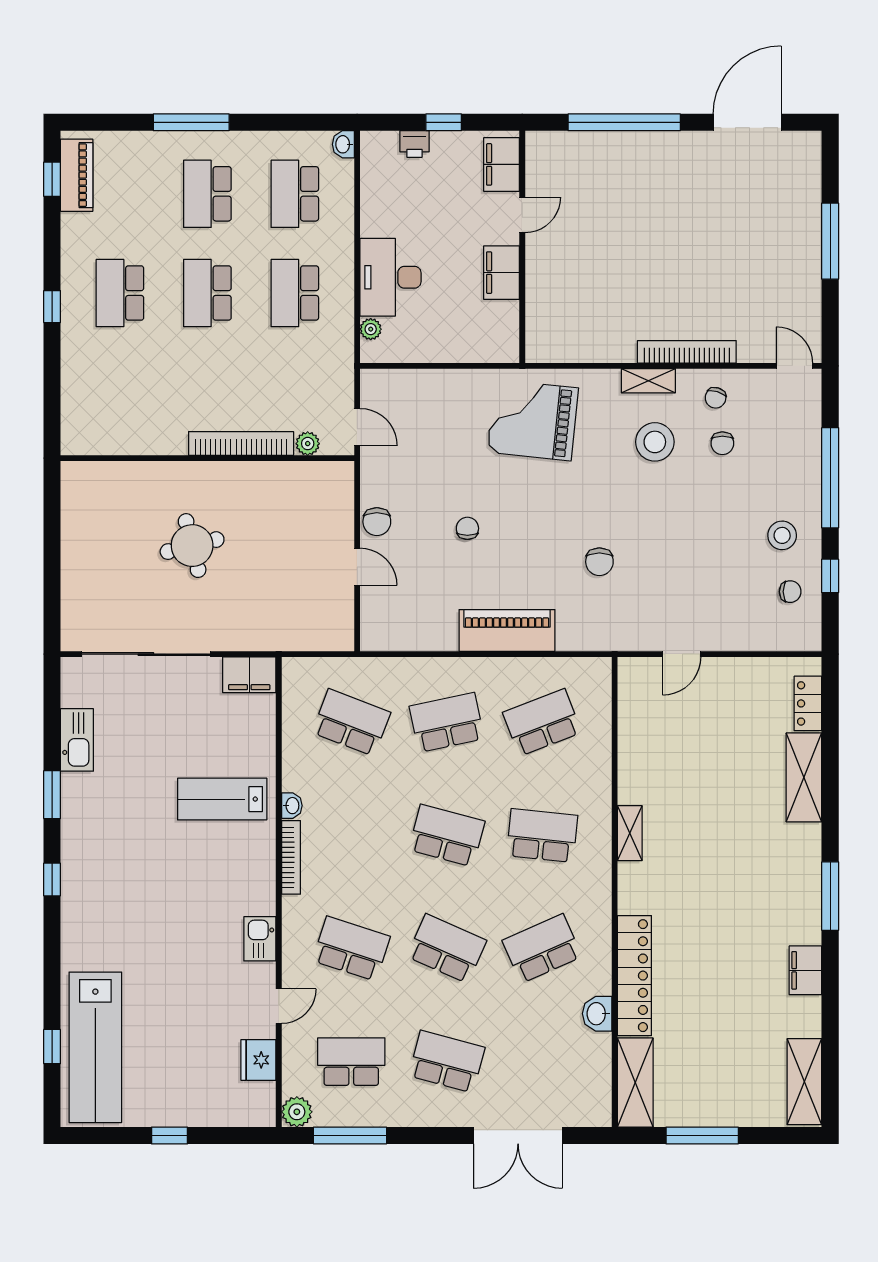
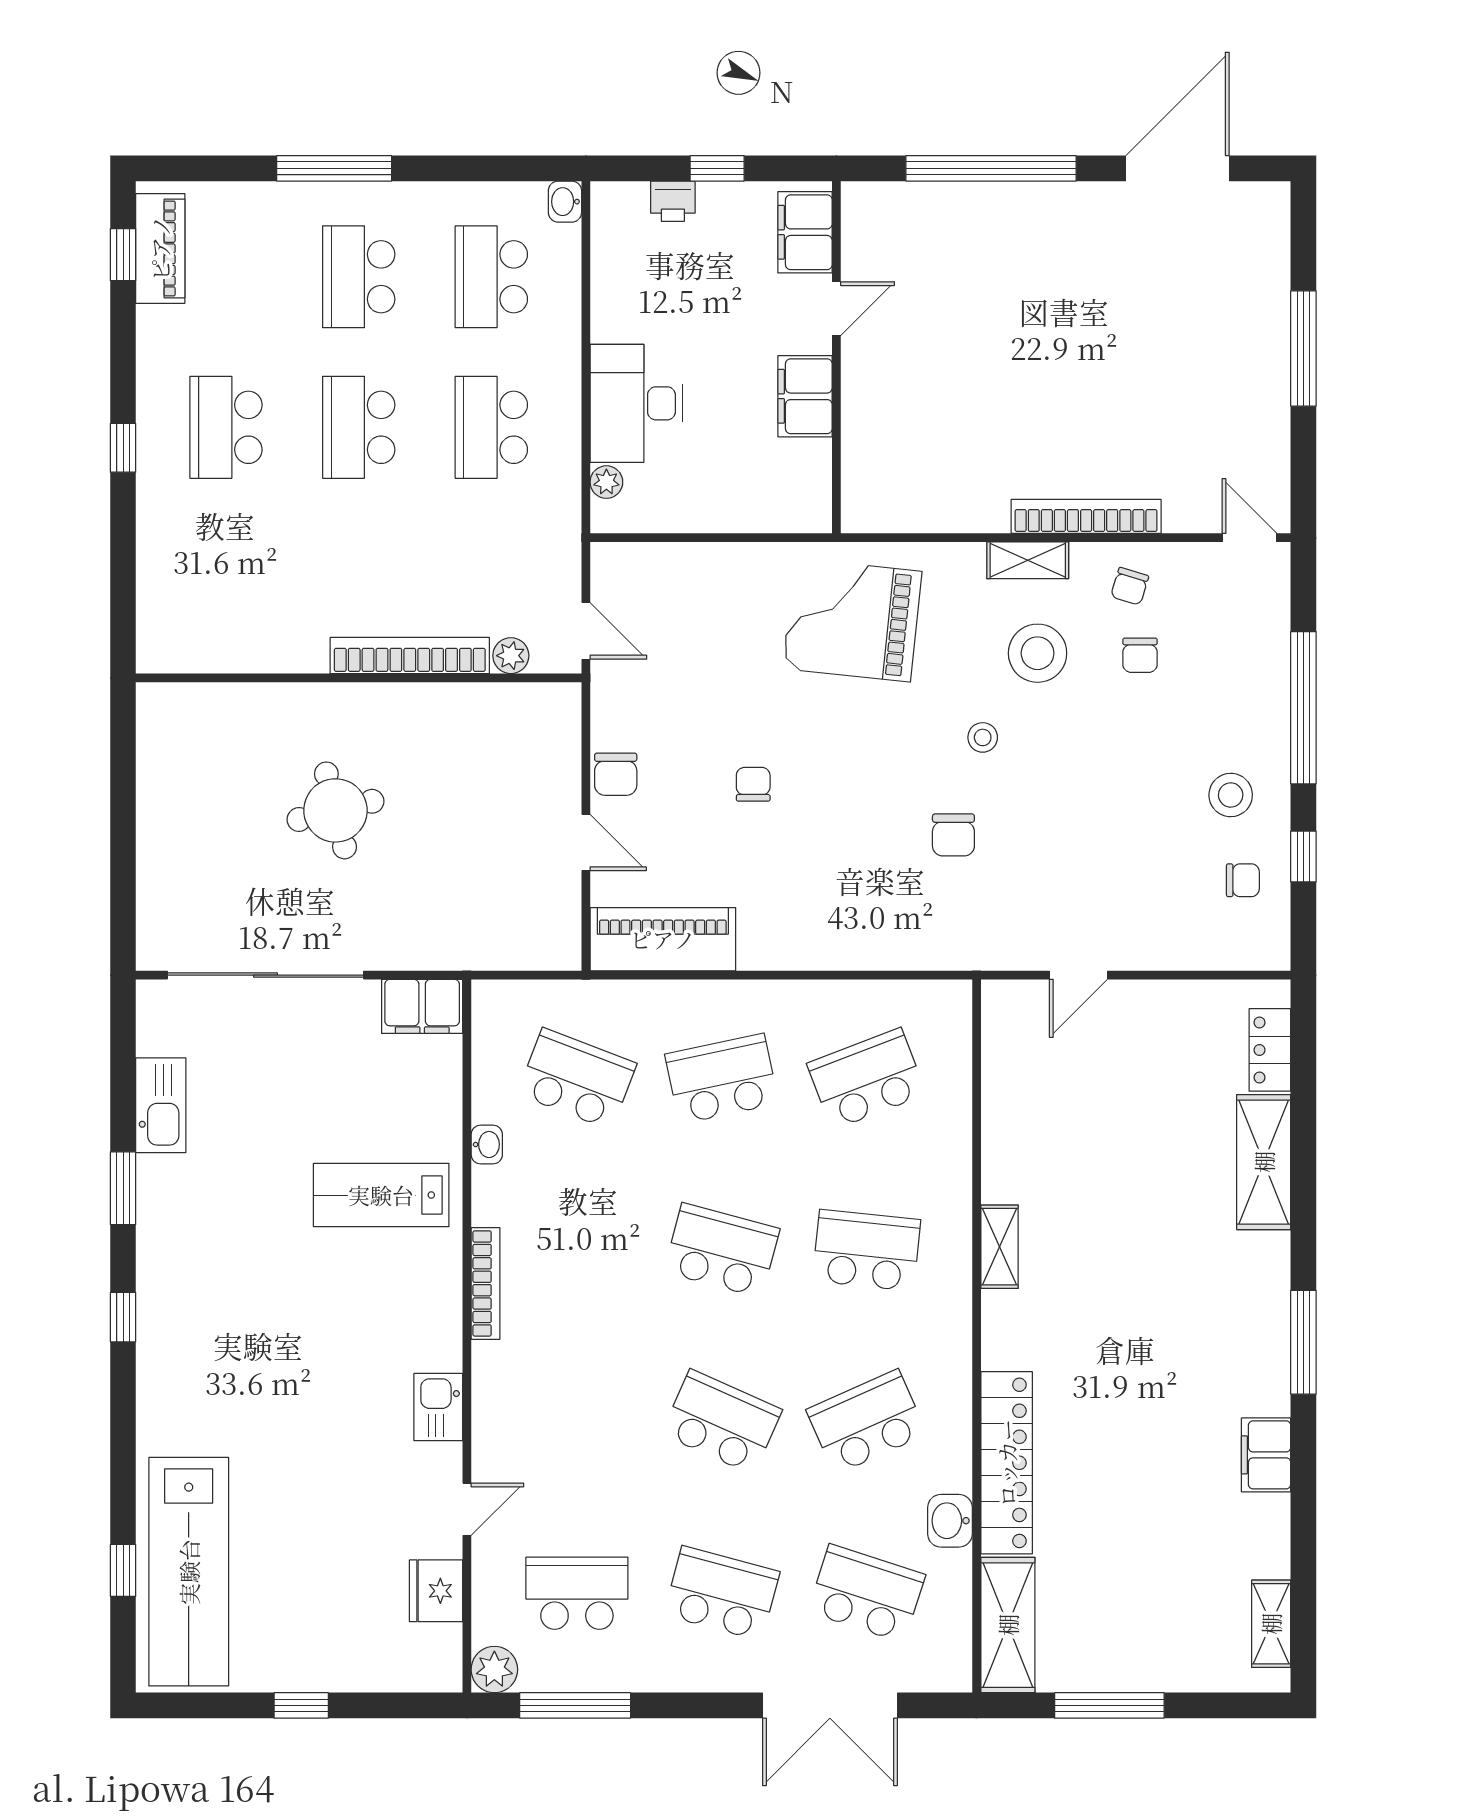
stool: (619, 497) -> (983, 737), added
piano: (507, 630) -> (663, 939), moved
washbasin: (292, 806) -> (487, 1145), moved
school desk: (351, 949) -> (867, 1593), moved
shelving: (804, 1082) -> (1271, 1624), width x0.67, depth x0.75

